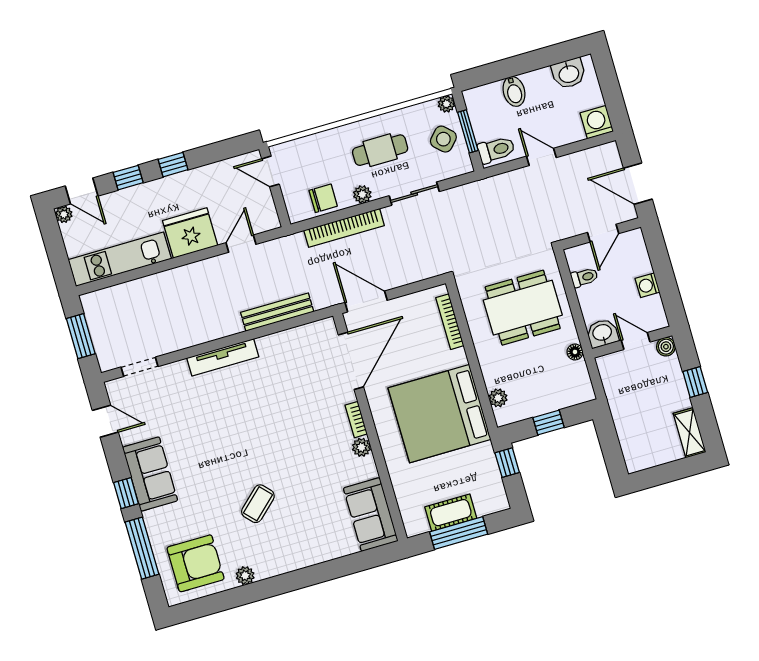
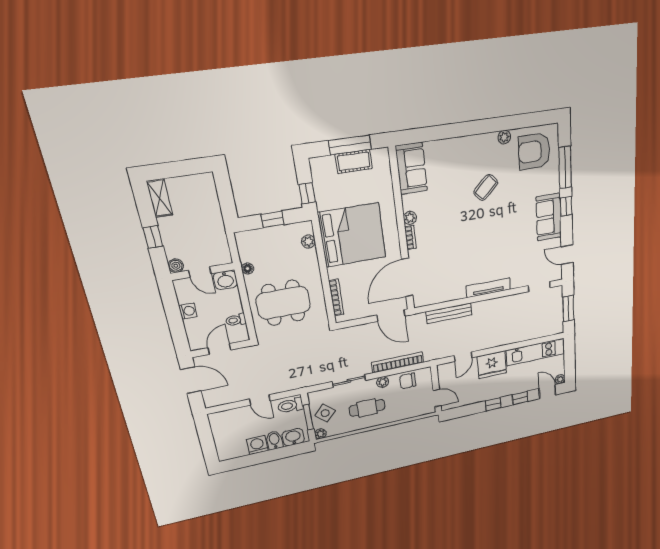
washbasin: (569, 73) -> (293, 437), moved
washing machine: (597, 122) -> (257, 445), moved, turned 180

